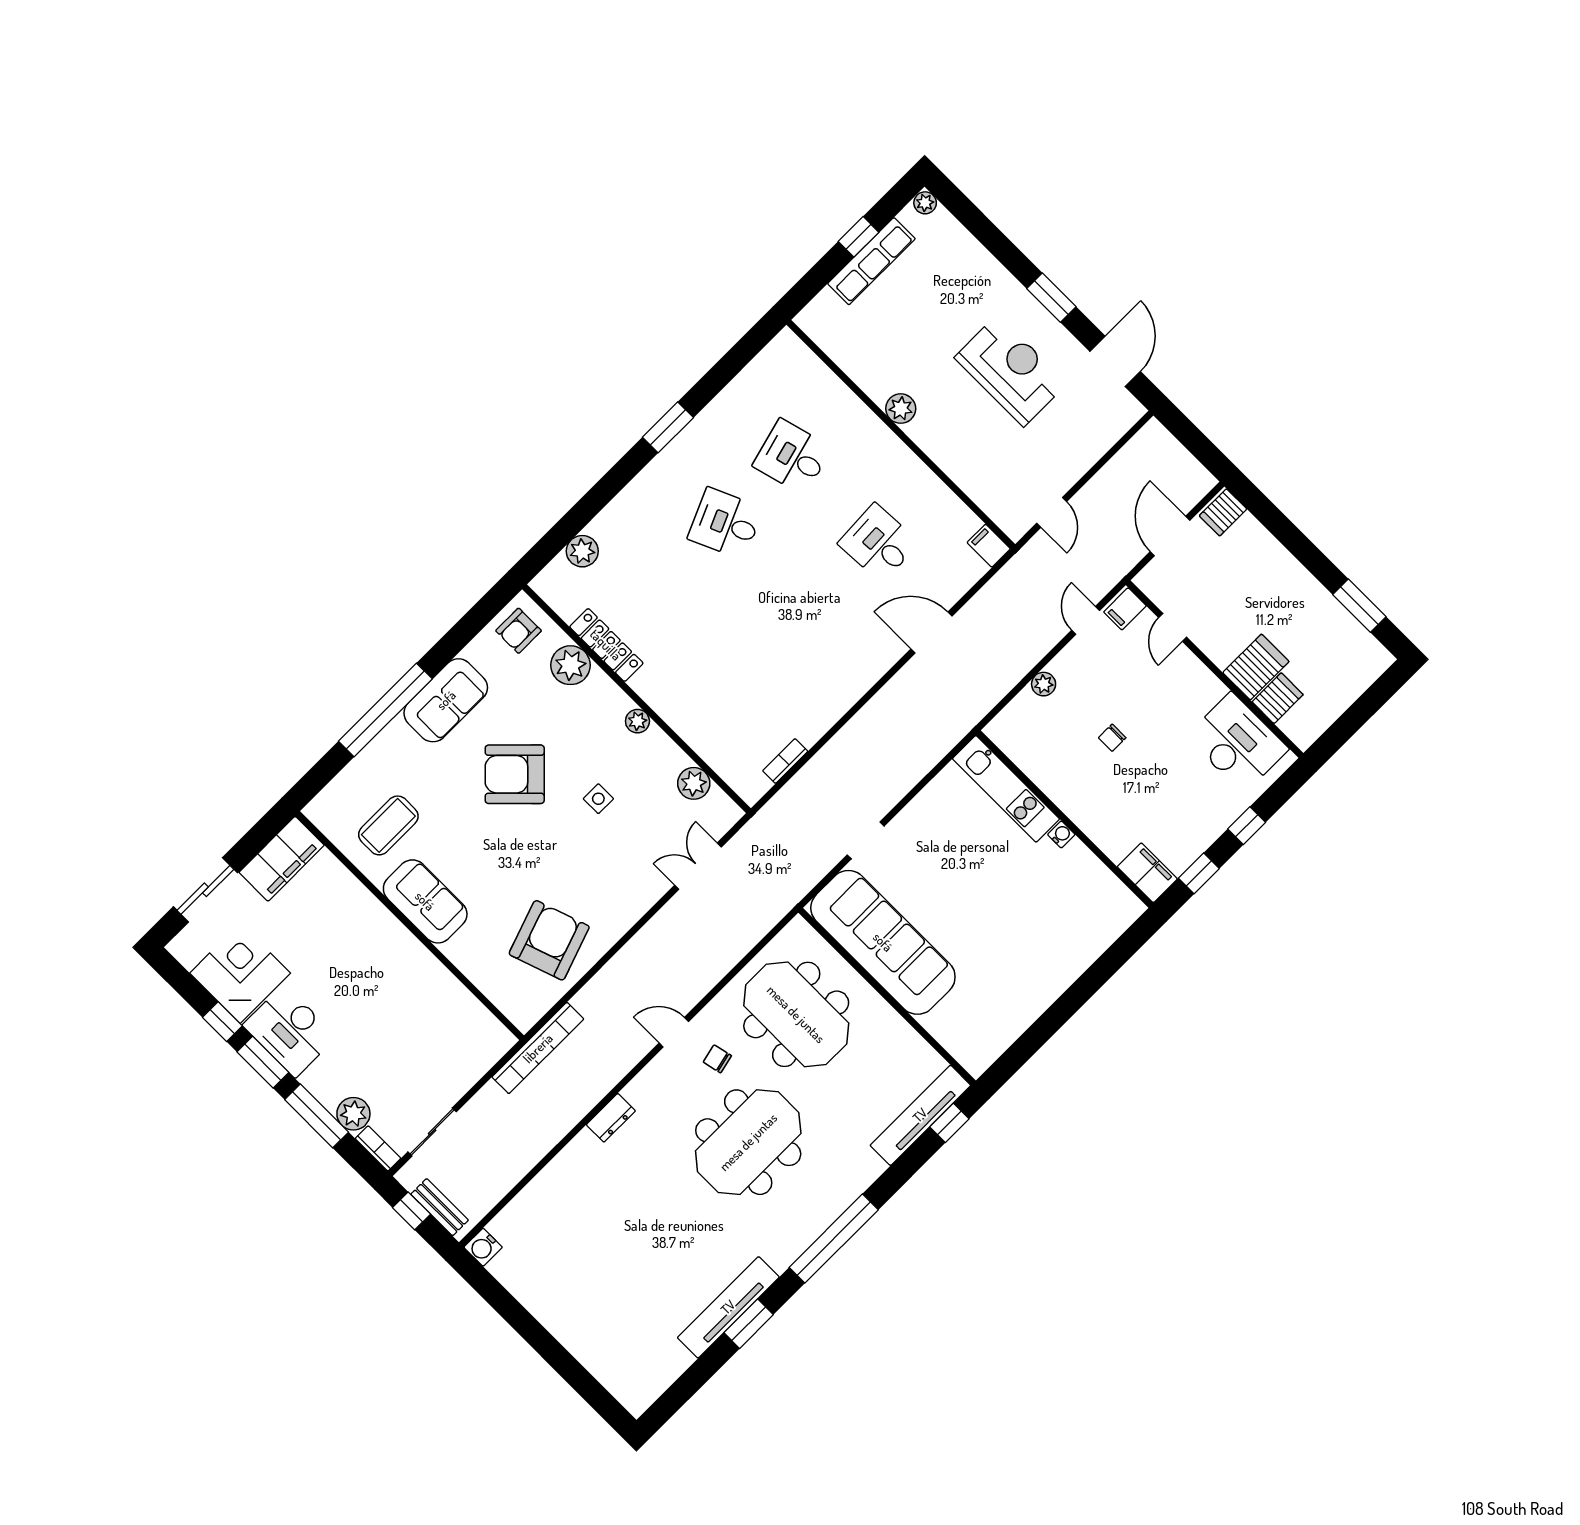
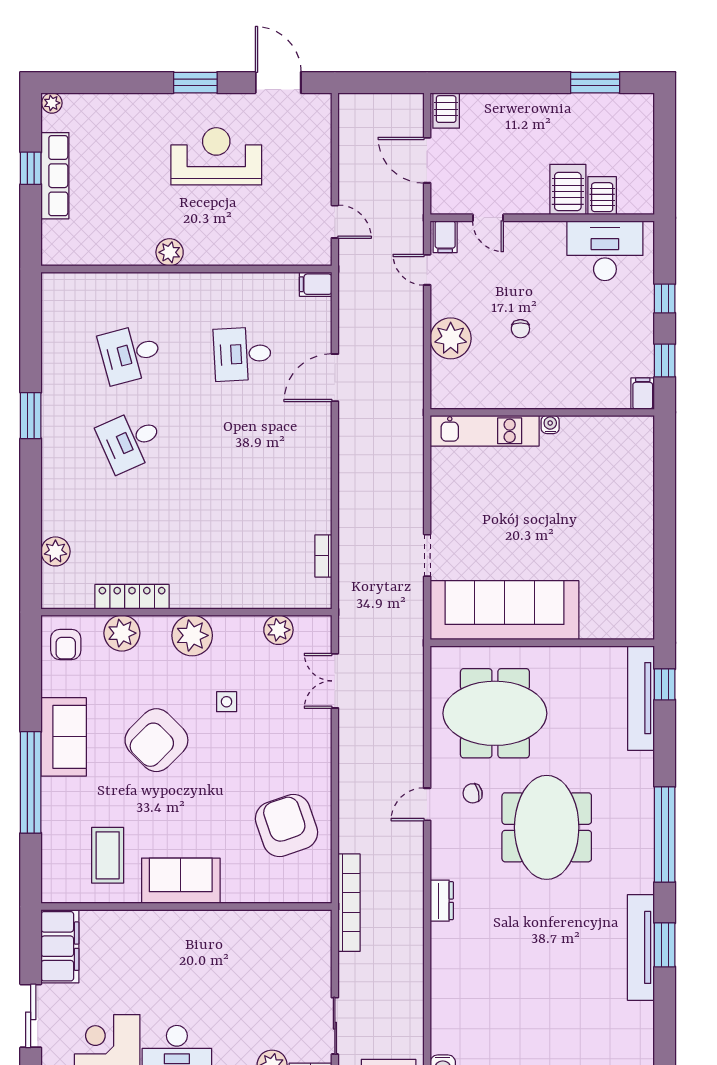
plant: (1044, 684) -> (451, 338), width x1.88, depth x1.88
plant: (637, 721) -> (192, 635), width x1.87, depth x1.87
filing cabinet: (1147, 873) -> (643, 394), width x0.50

